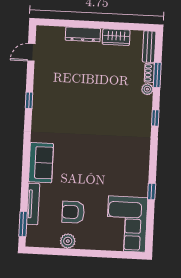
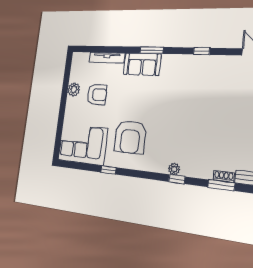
plant: (147, 89) -> (174, 169), moved
armchair: (117, 170) -> (130, 137), added
armchair: (73, 212) -> (97, 95), turned 90
window: (23, 224) -> (152, 50), moved

